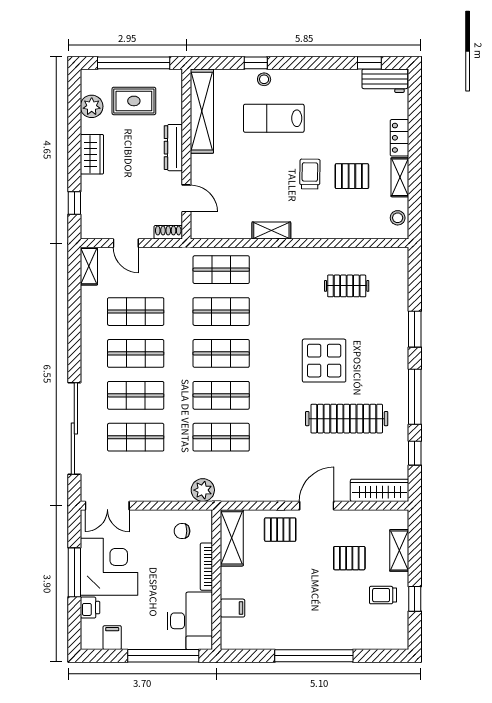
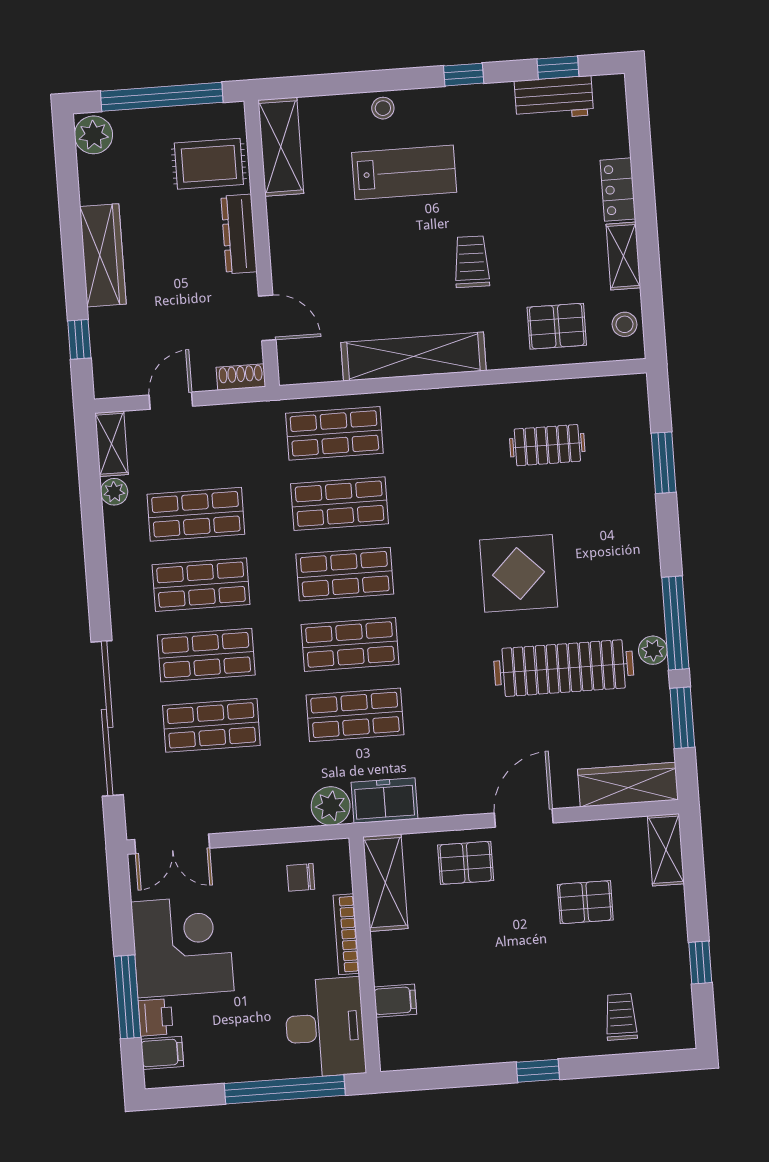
window: (256, 63) -> (464, 75), moved
workbench: (385, 81) -> (554, 98), moved
rug: (134, 101) -> (209, 164), moved
plant: (92, 106) -> (94, 135), moved
shelving: (202, 111) -> (281, 147), width x0.68
lab bench: (274, 118) -> (404, 172), turned 180
wardrobe: (92, 154) -> (103, 255), width x1.50
pallet: (352, 176) -> (557, 326), moved
shelving: (271, 231) -> (413, 356), width x2.20, depth x1.33
door: (126, 243) -> (171, 401), swing flipped
plant: (88, 295) -> (114, 492), added
window: (415, 329) -> (664, 463), moved
plant: (400, 412) -> (653, 650), added
window: (415, 453) -> (682, 718), width x1.50
freezer: (235, 489) -> (384, 801), added
shelving: (399, 550) -> (666, 850), moved
window: (74, 572) -> (128, 997), moved
trolley: (383, 595) -> (621, 1017), moved, turned 90
filing cabinet: (112, 638) -> (162, 1053), moved, turned 90
window: (314, 656) -> (538, 1071), width x0.32

